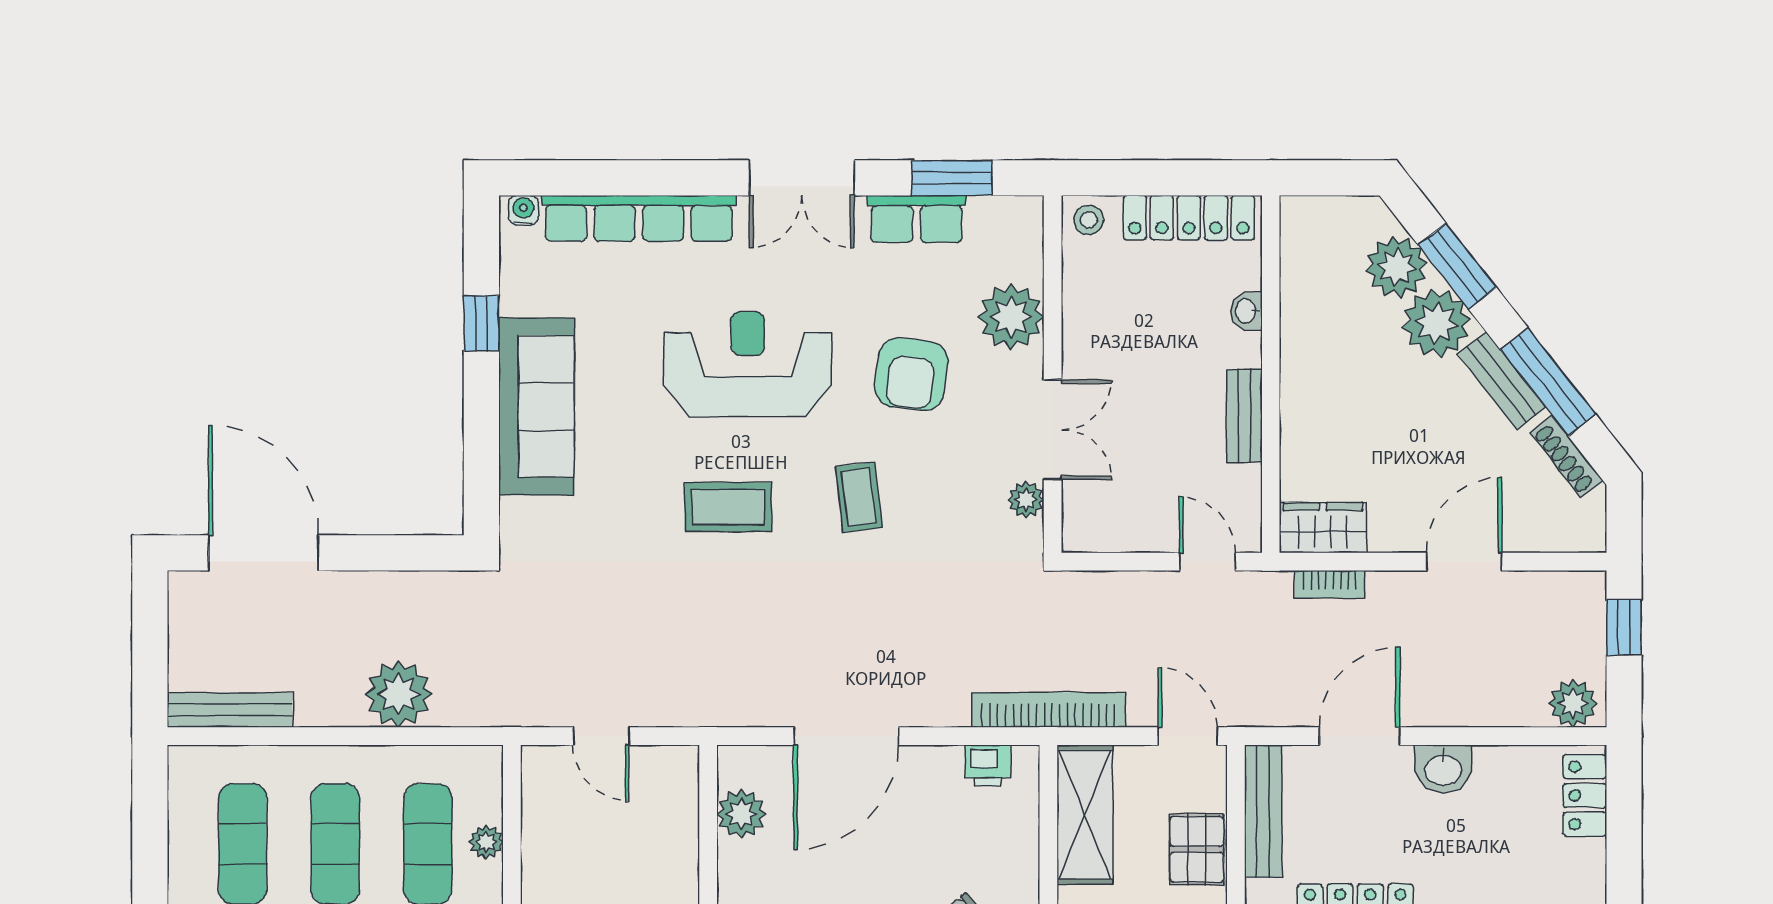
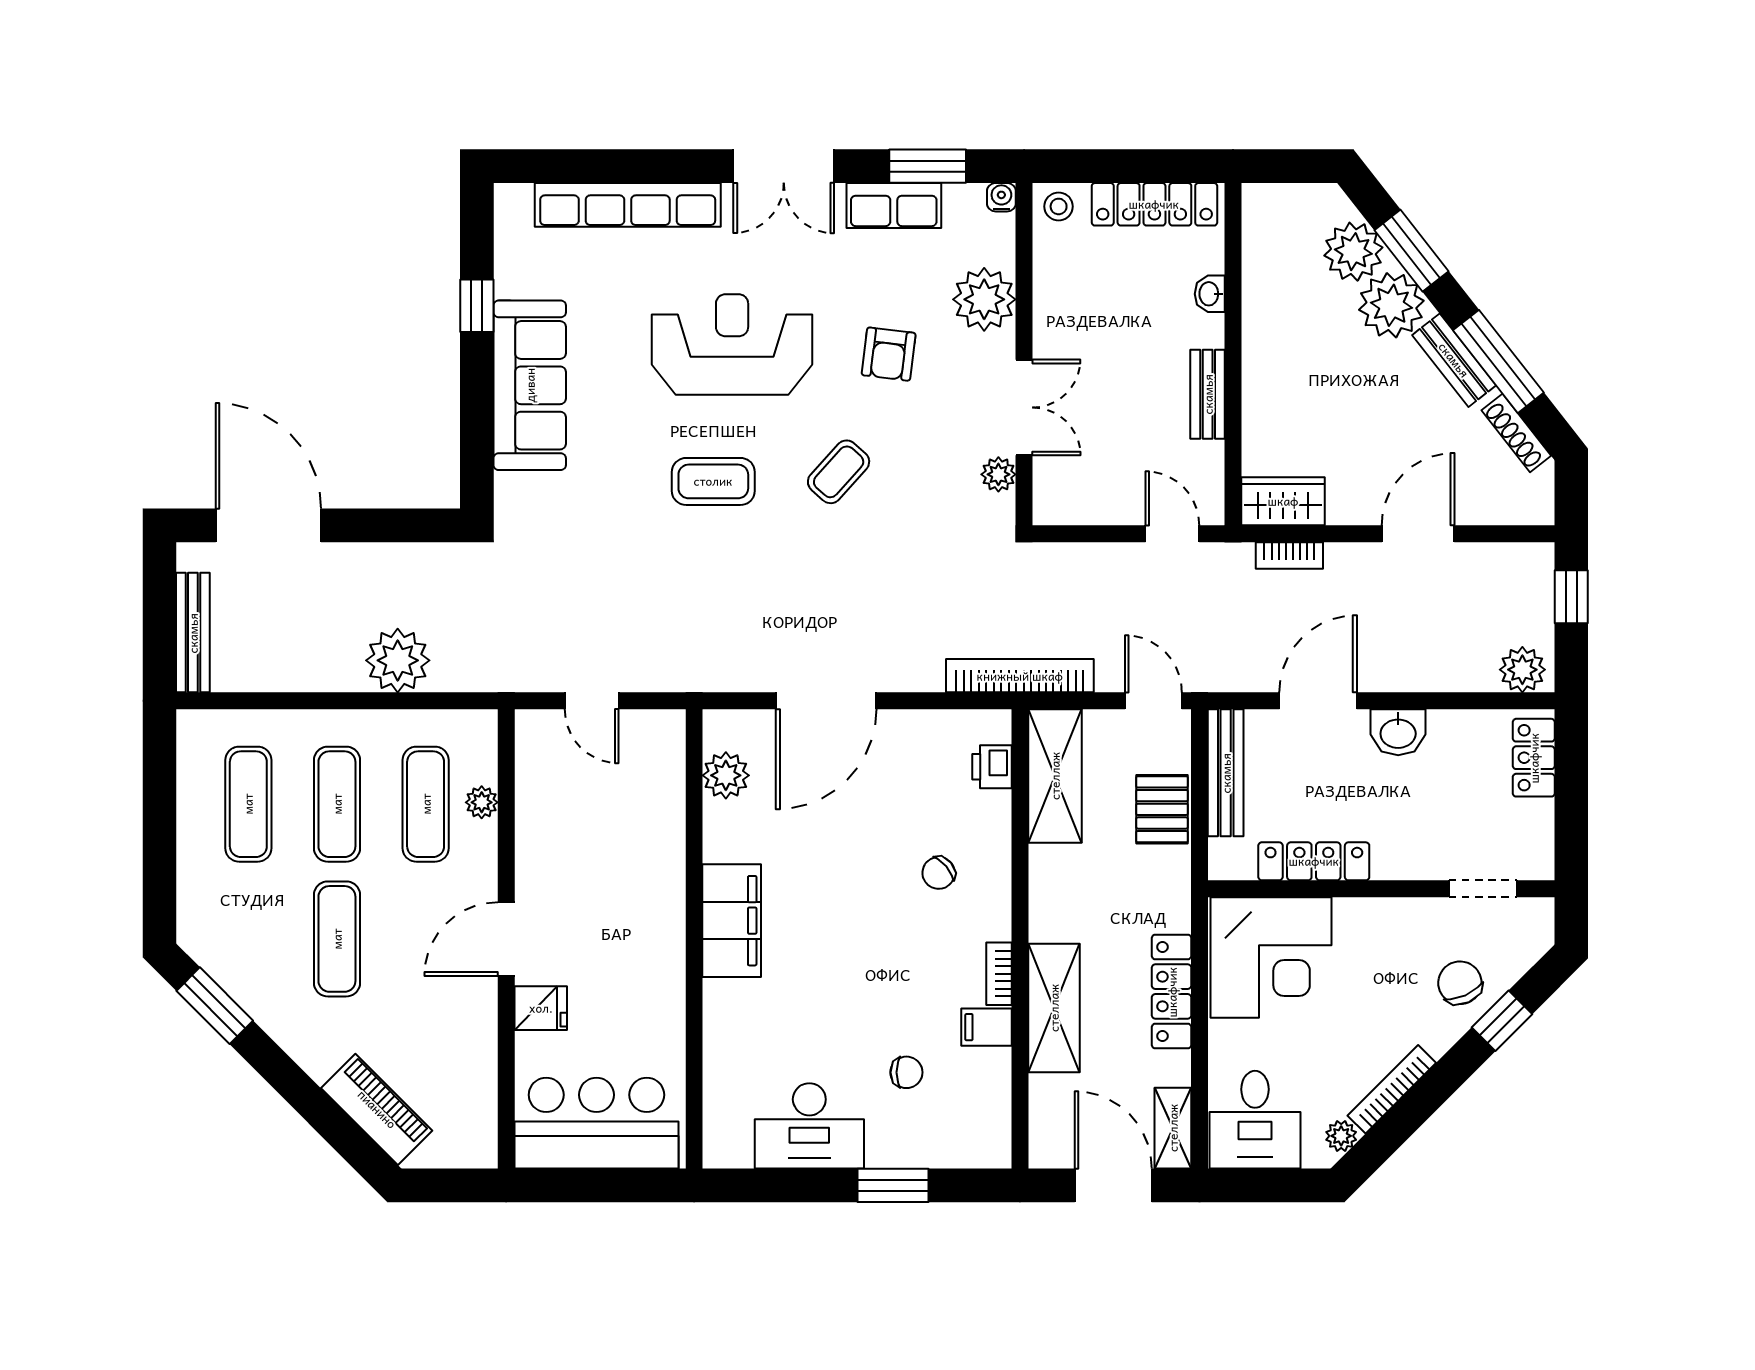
water cooler: (523, 210) -> (1001, 197), moved
armchair: (911, 374) -> (889, 354), width x0.72, depth x0.72
coffee table: (859, 497) -> (839, 472), turned 49
bench: (230, 710) -> (193, 633), moved, turned 90
printer: (988, 765) -> (992, 767), moved, turned 90

